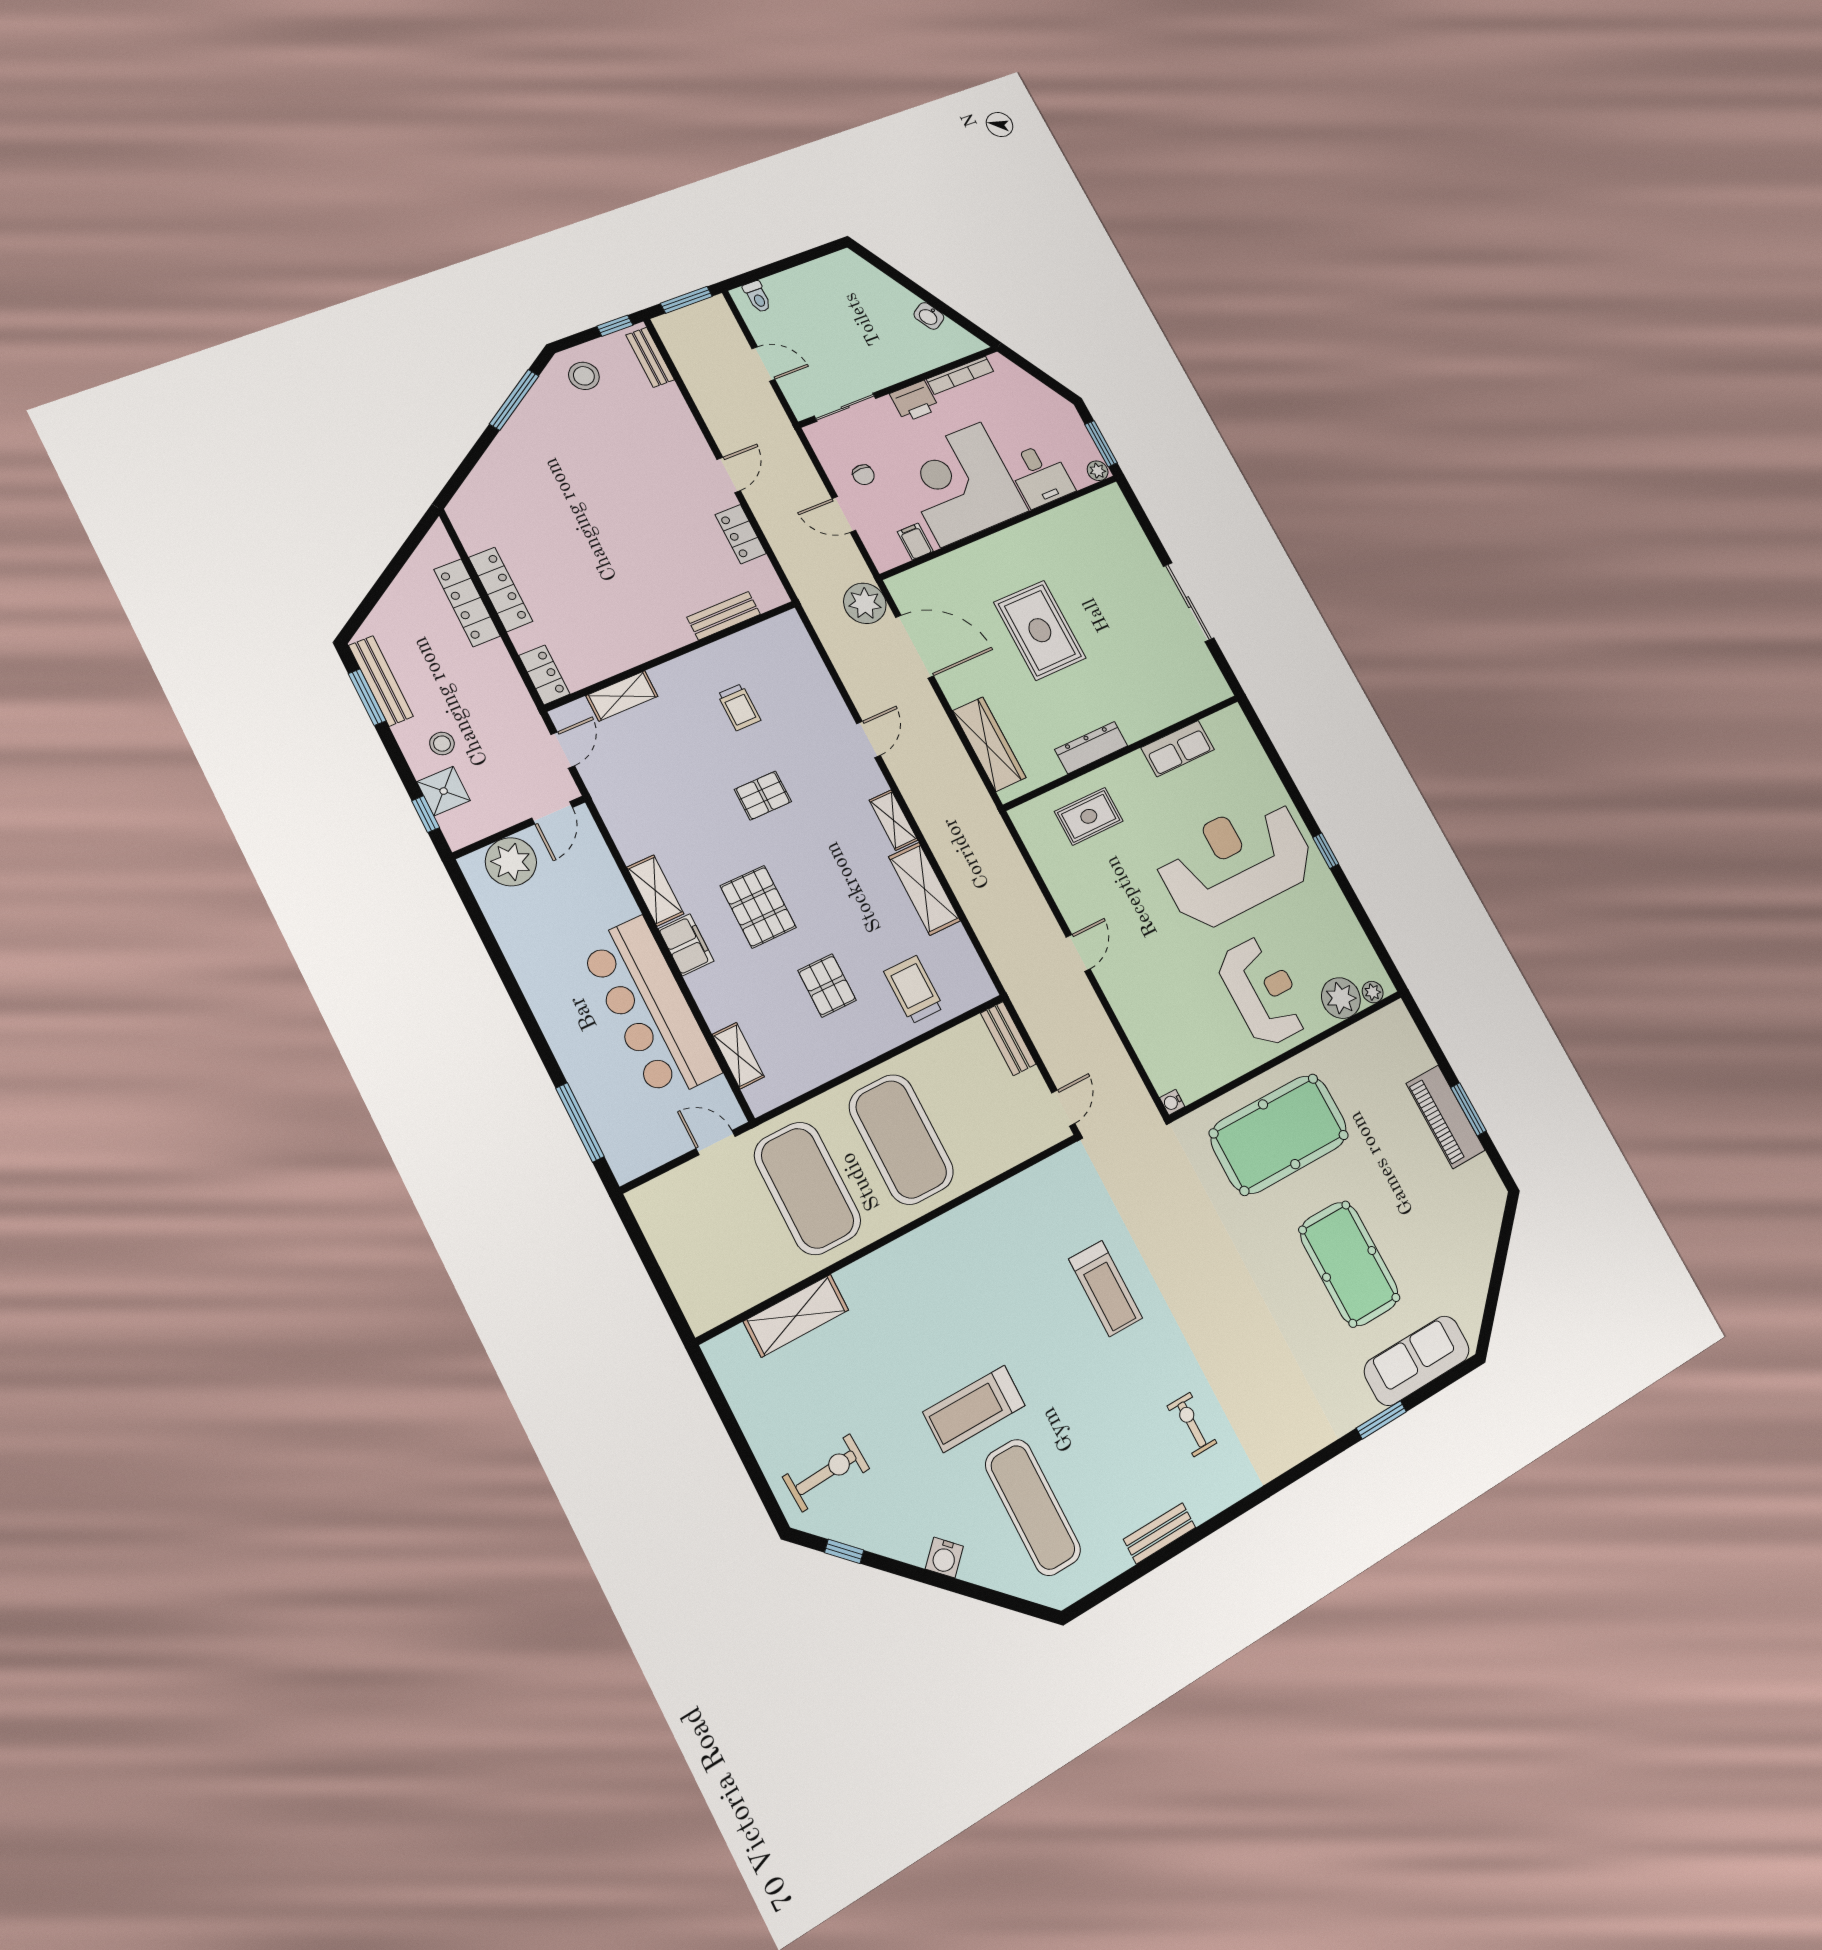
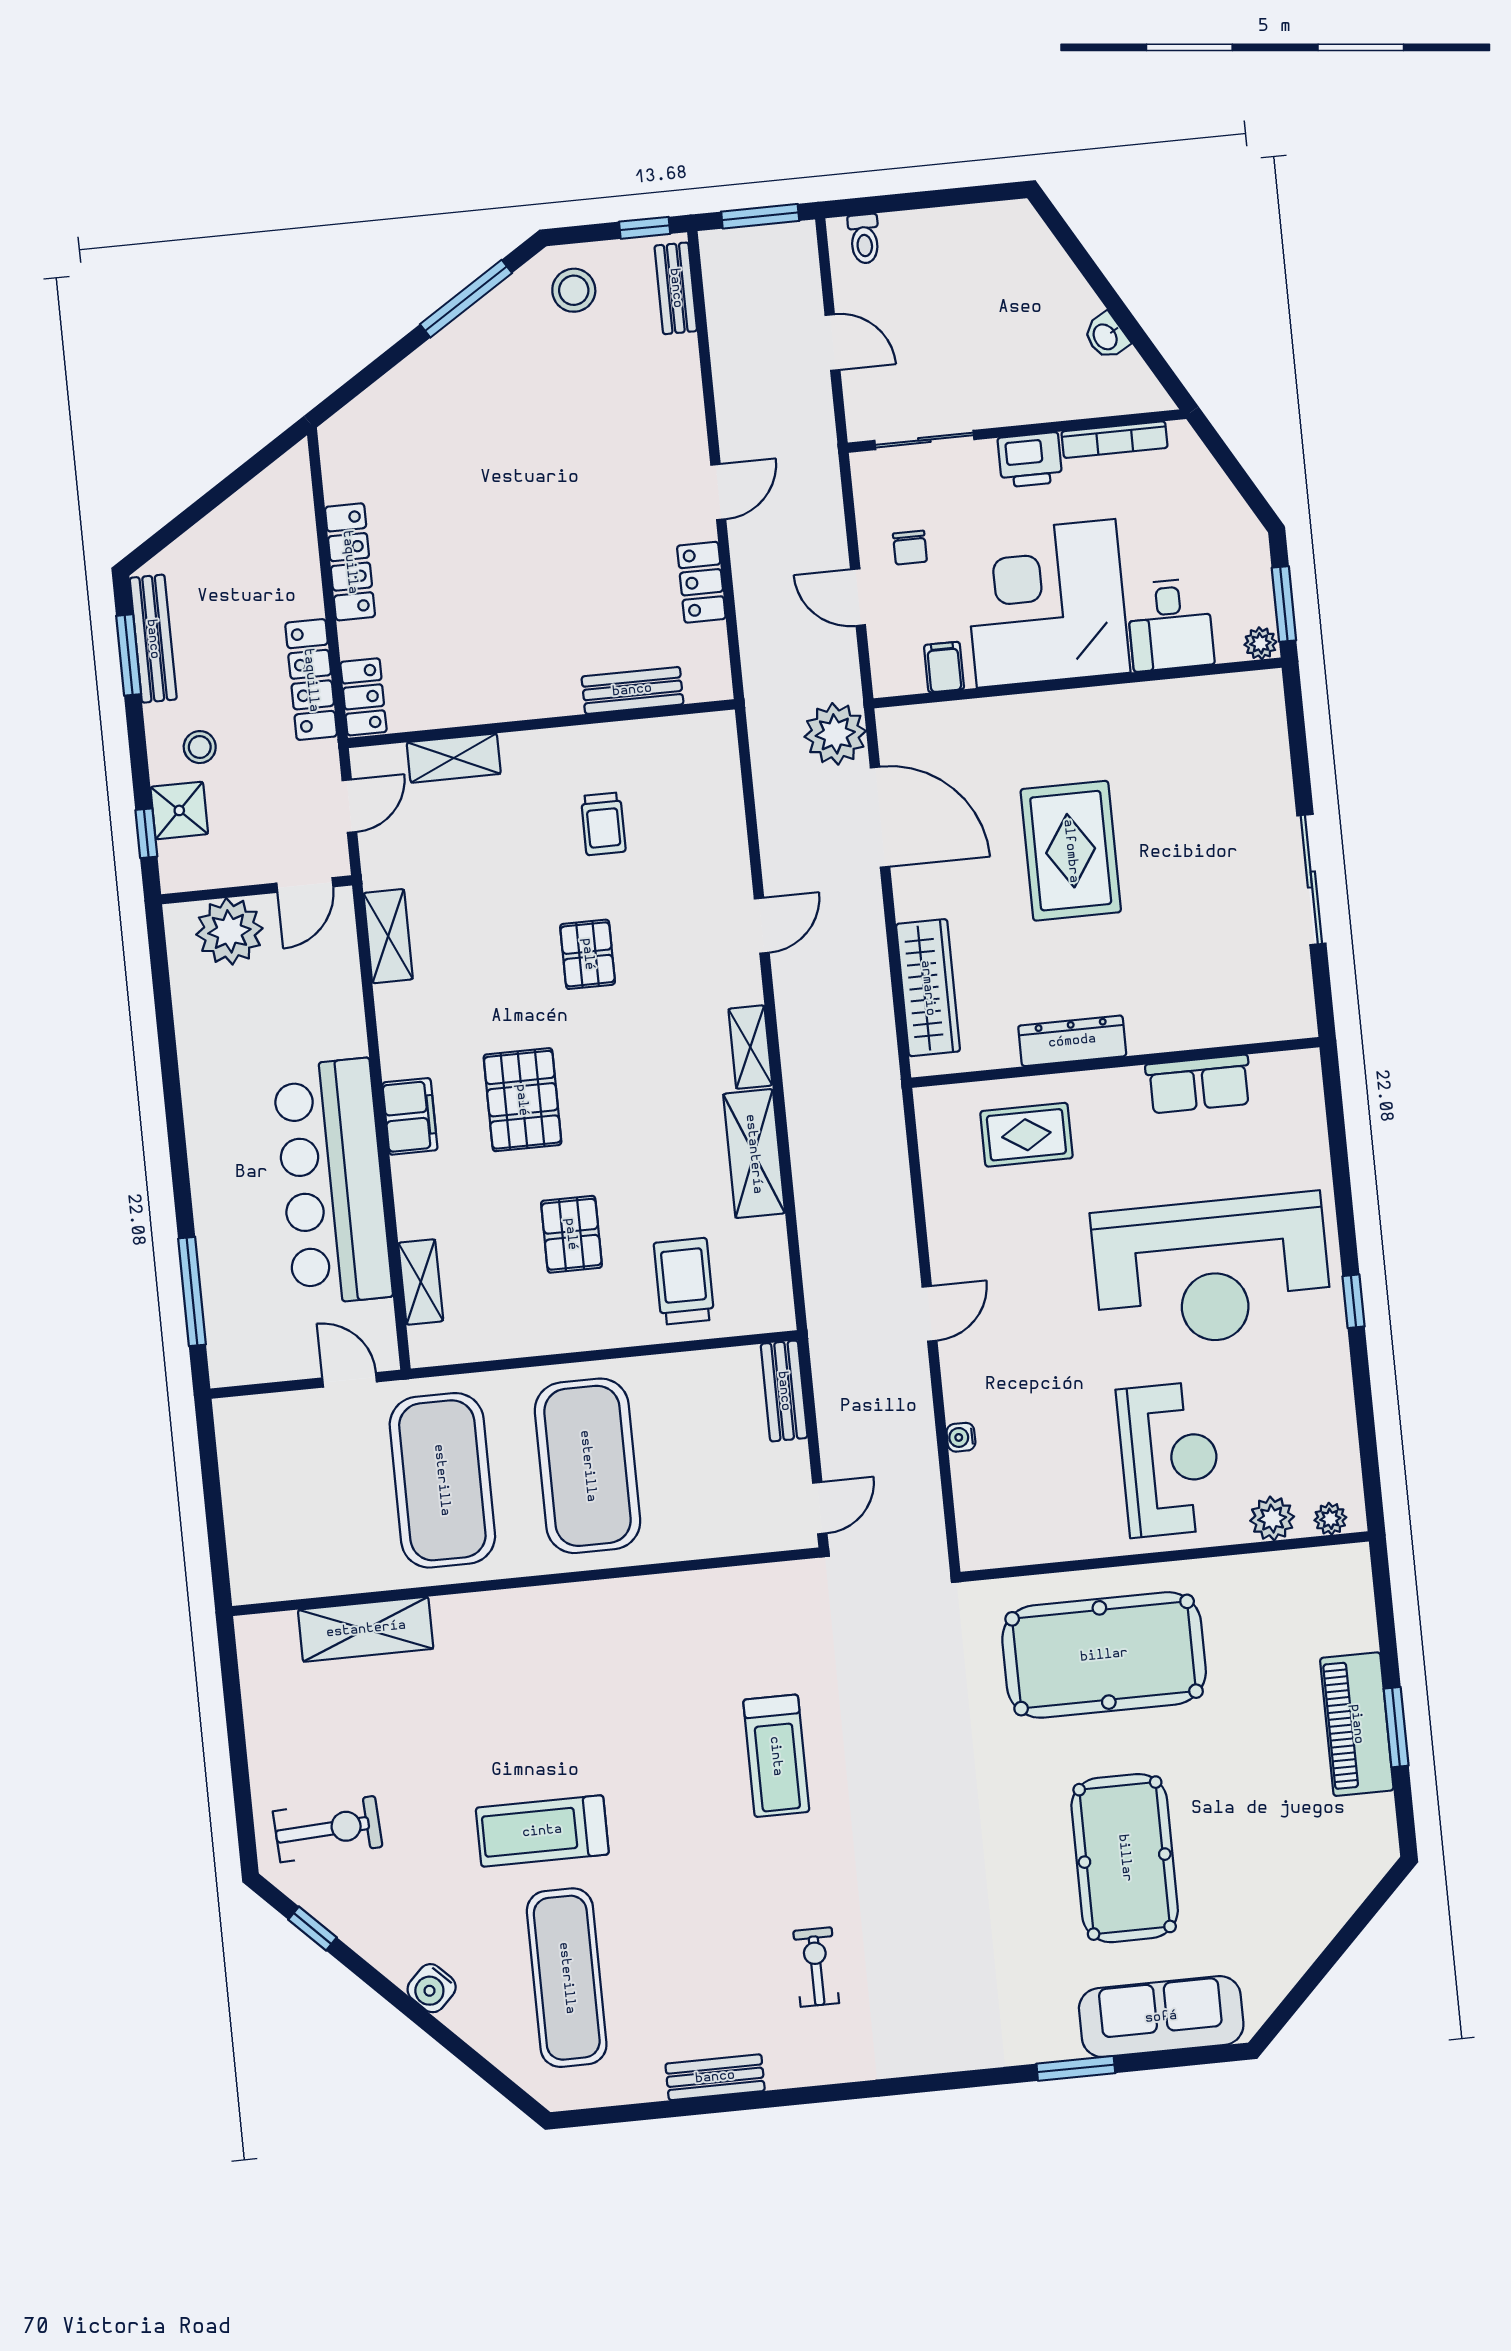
locker: (467, 603) -> (311, 680), moved
pallet: (763, 796) -> (588, 954), turned 90
reception desk: (1236, 862) -> (1212, 1271), turned 180
shelving: (655, 890) -> (388, 936), moved
plant: (1341, 998) -> (1272, 1519), width x0.73, depth x0.73
water cooler: (1172, 1102) -> (961, 1437), moved

